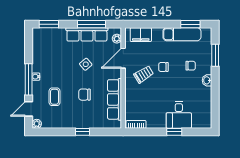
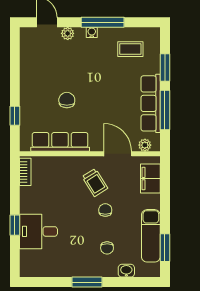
window: (49, 24) -> (165, 67), moved
window: (215, 55) -> (87, 282), moved
side table: (86, 64) -> (109, 102), removed
window: (29, 79) -> (103, 22), moved
washbasin: (207, 80) -> (126, 271), moved
coffee table: (55, 97) -> (130, 49), moved
plant: (37, 124) -> (68, 33), moved
window: (83, 132) -> (15, 116), moved

